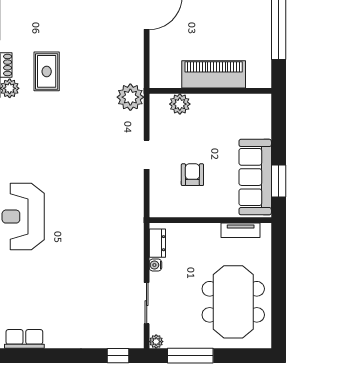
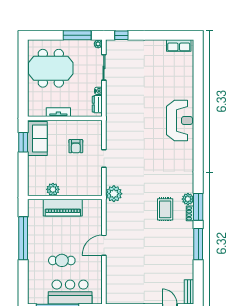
plant: (180, 104) -> (53, 189), moved
sofa: (255, 177) -> (37, 139), width x0.73
tv unit: (241, 230) -> (58, 112), moved
meeting table: (233, 302) -> (51, 68), turned 90

